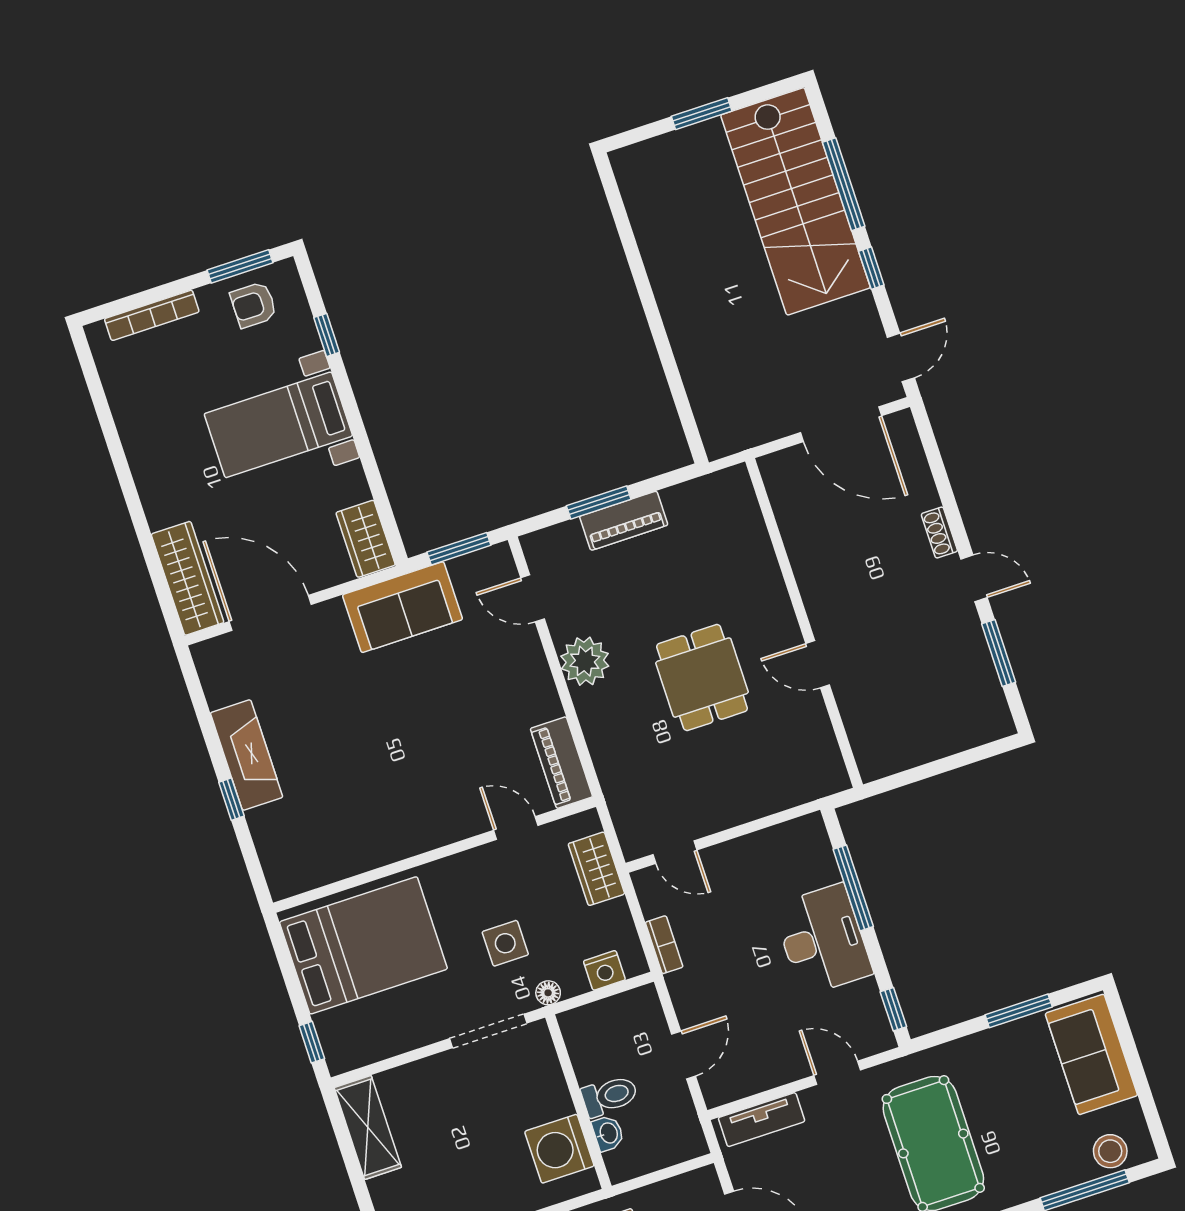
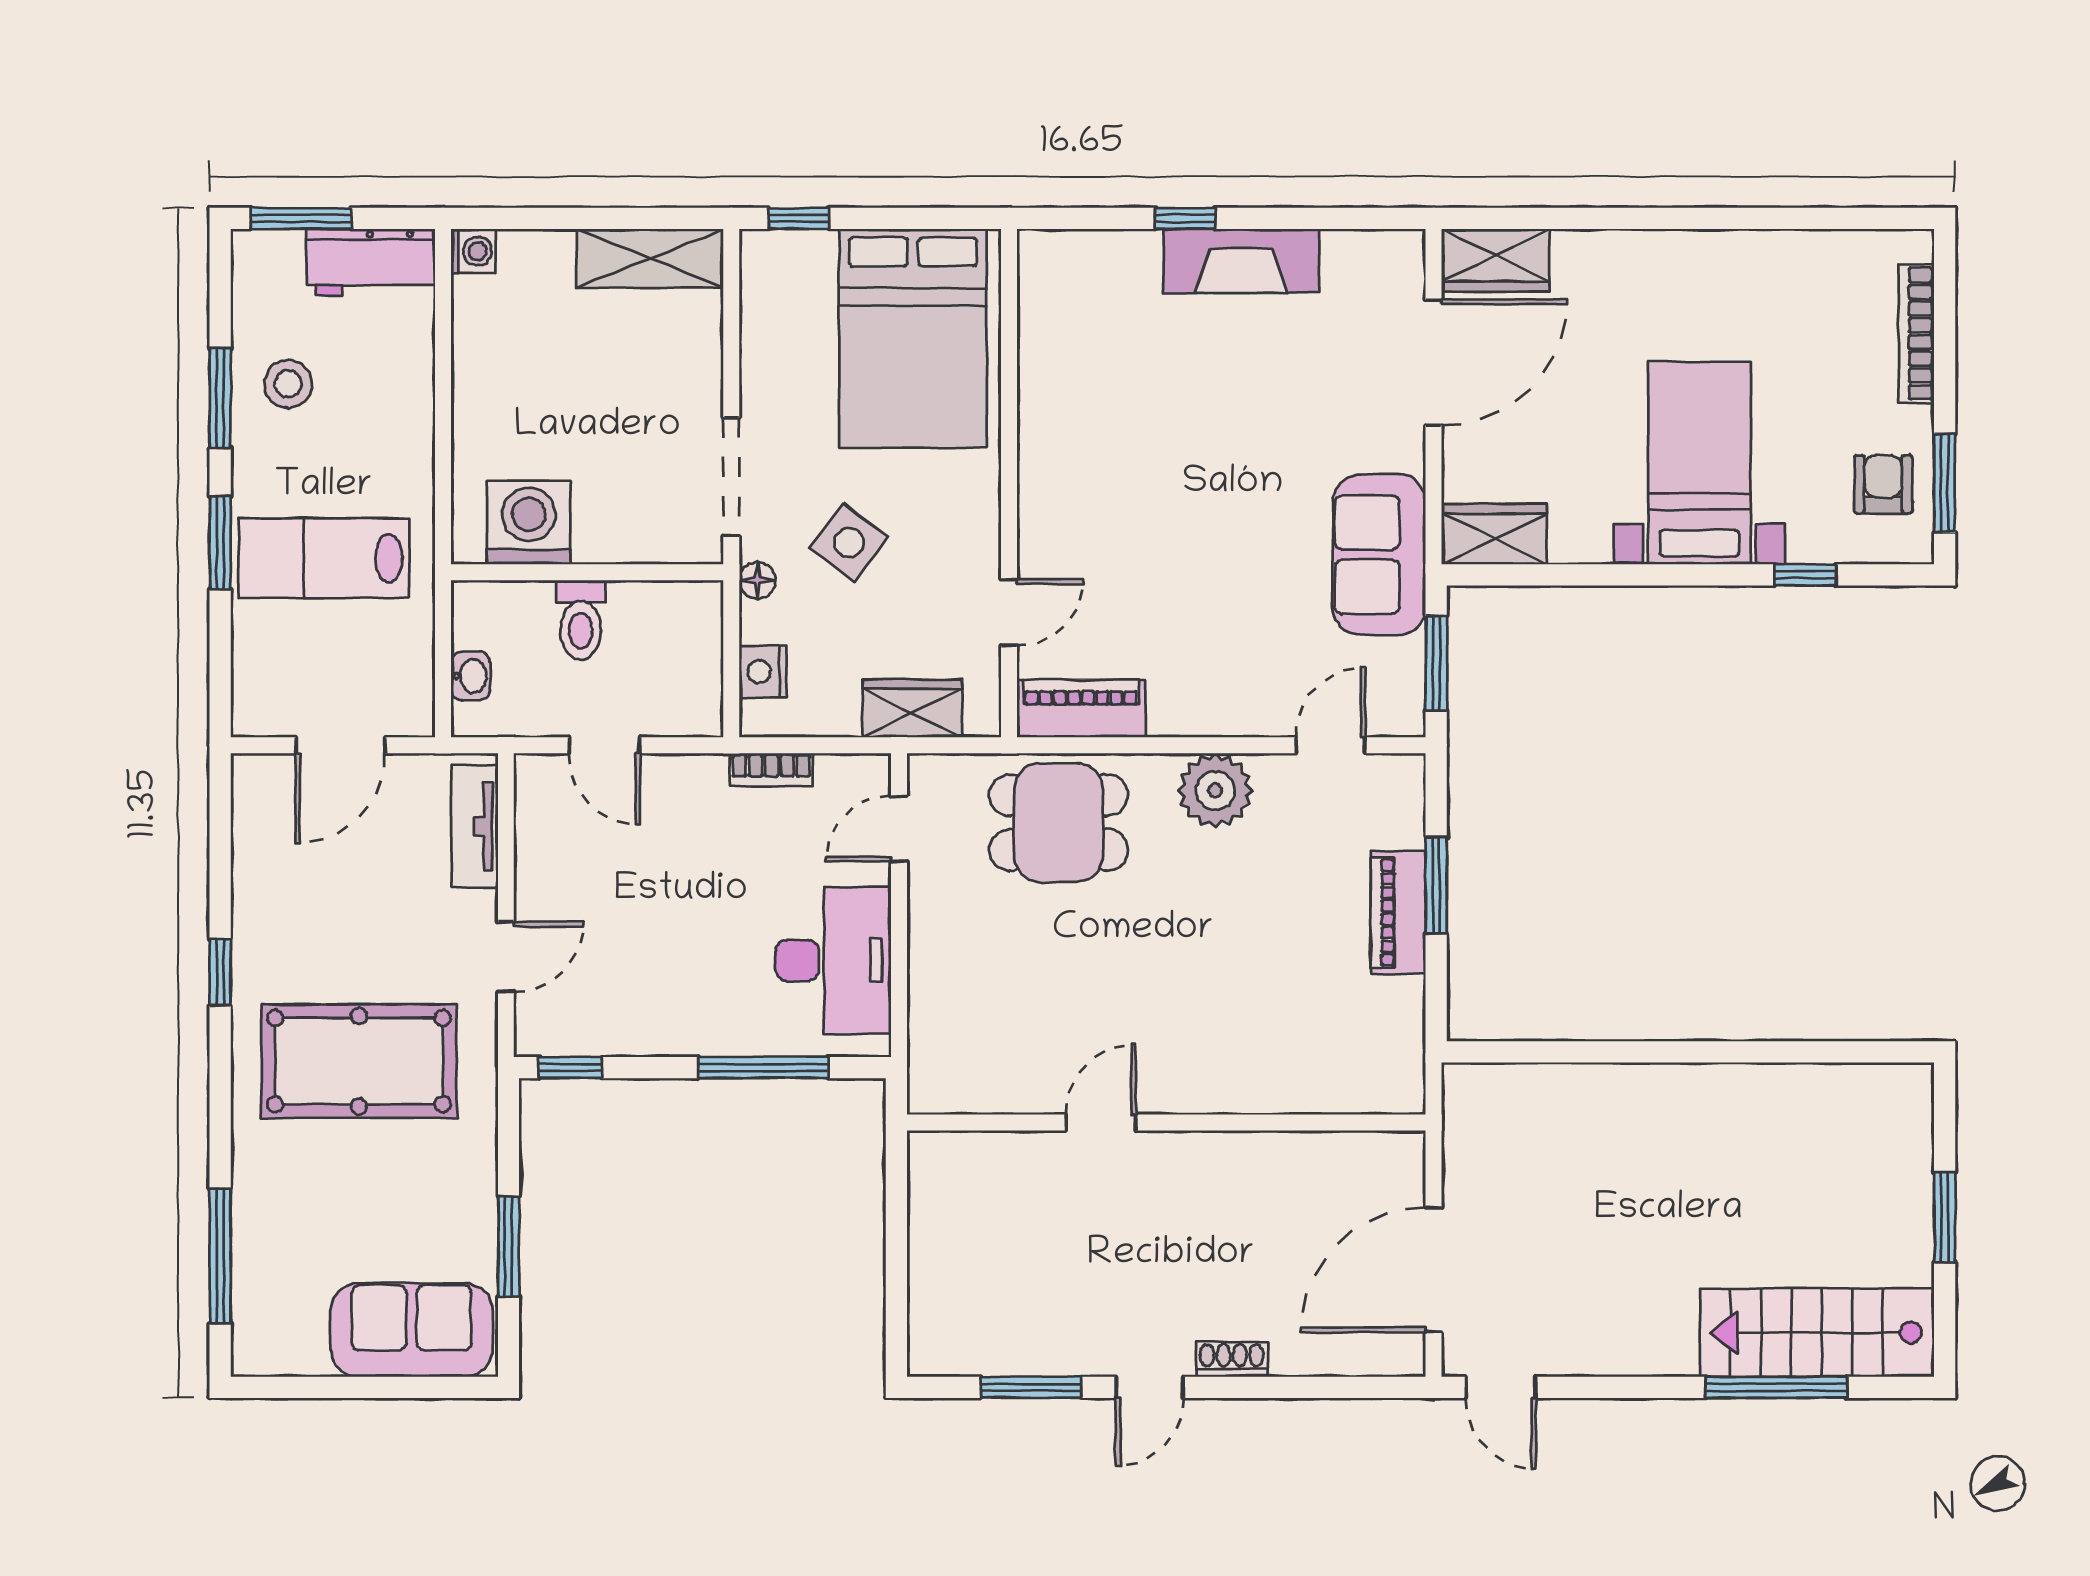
stairs: (796, 201) -> (1817, 1333), width x0.73, depth x0.66
window: (871, 268) -> (1643, 1387), removed
wardrobe: (188, 578) -> (1495, 260), width x0.67
dining table: (702, 678) -> (1059, 822), moved
desk: (823, 940) -> (833, 960), moved, turned -90
side table: (505, 943) -> (849, 543), turned 37
washbasin: (608, 1133) -> (471, 676), moved, turned -90
stool: (1110, 1151) -> (264, 1311), removed

